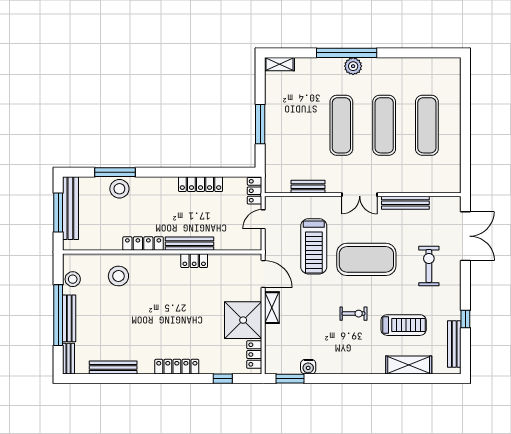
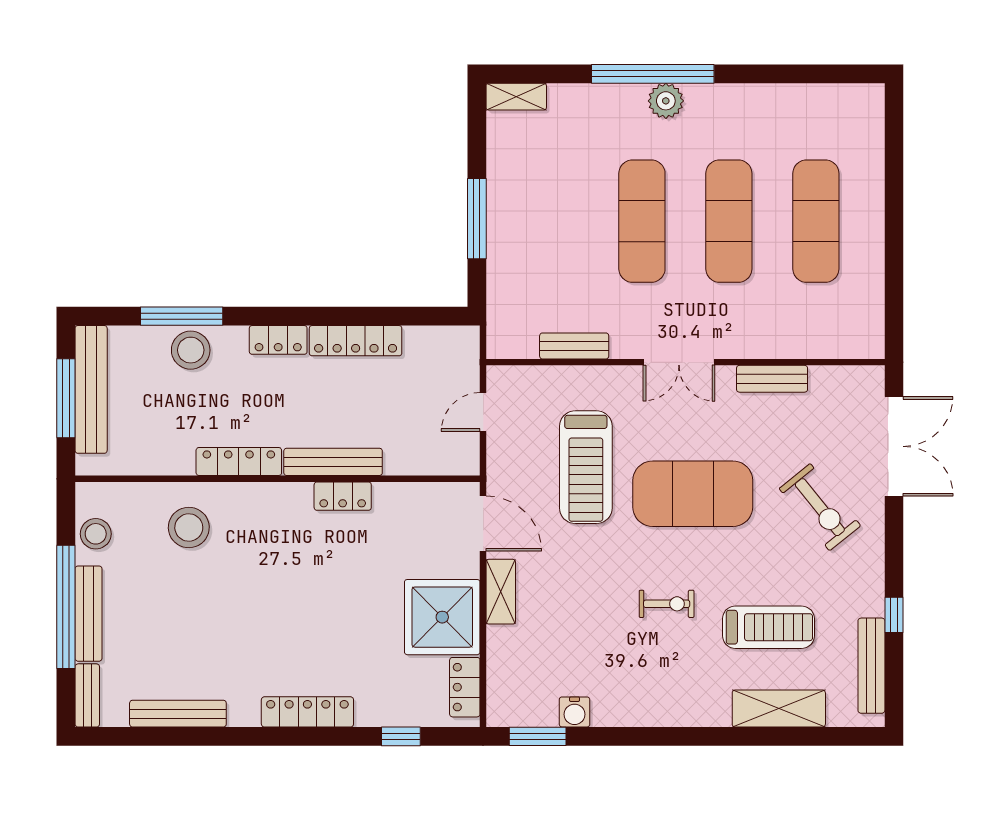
locker: (255, 191) -> (278, 340), moved, turned -90
bench: (405, 203) -> (772, 379), width x0.73
exercise bike: (429, 266) -> (820, 507), turned 141

